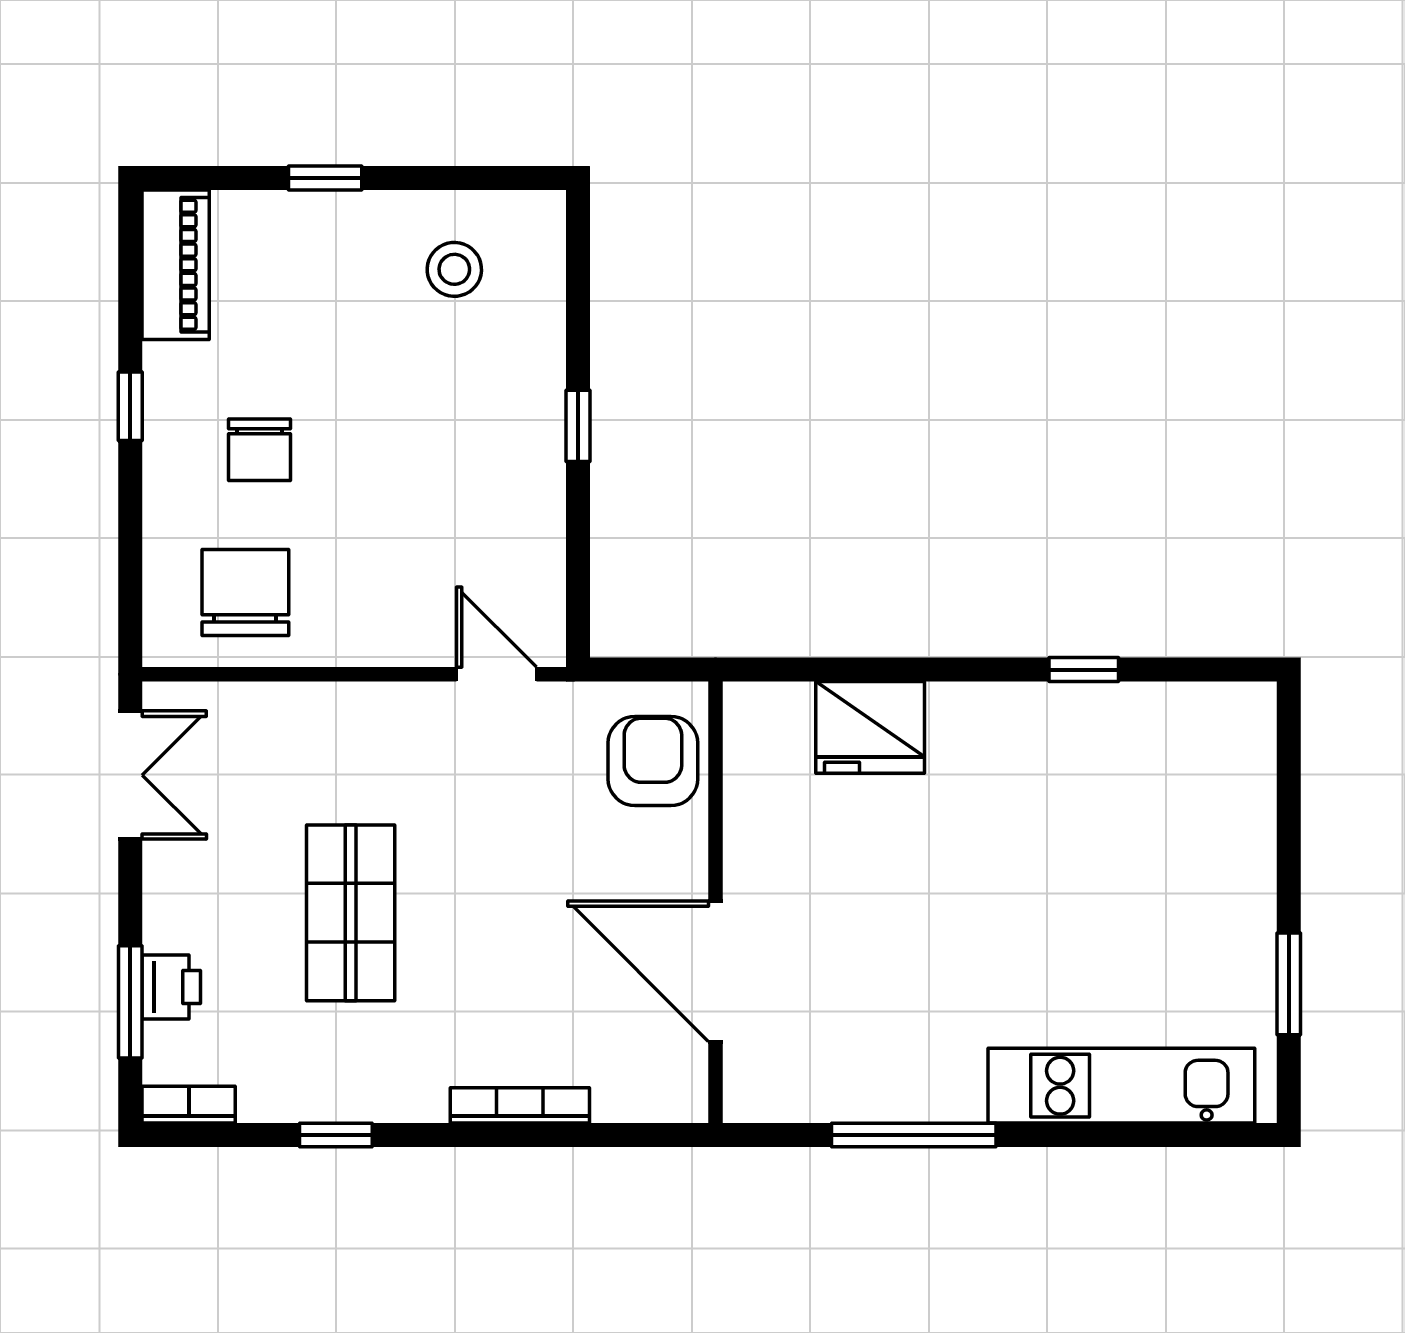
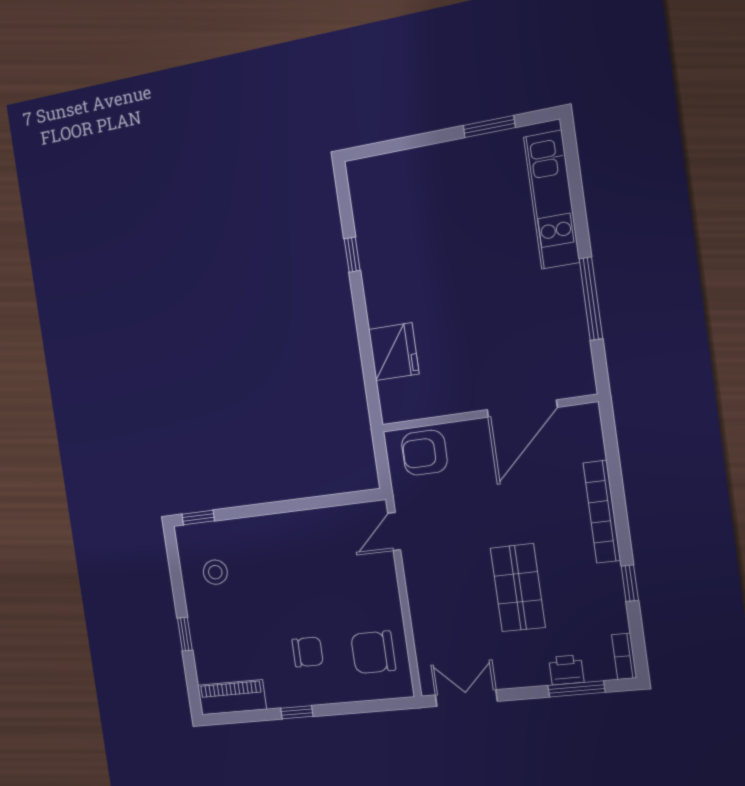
window: (578, 426) -> (198, 518), moved
shop shelf: (351, 913) -> (518, 588), turned 90
bookcase: (520, 1105) -> (602, 512), width x1.48, depth x1.31

